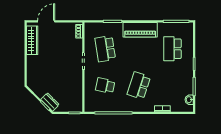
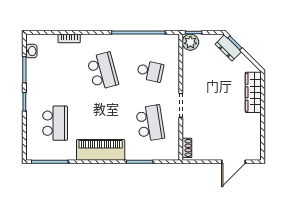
wardrobe: (32, 40) -> (253, 92), moved
school desk: (139, 86) -> (103, 71), turned -33
plant: (77, 106) -> (190, 42), added

